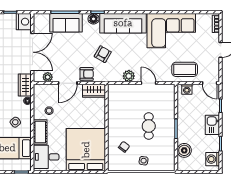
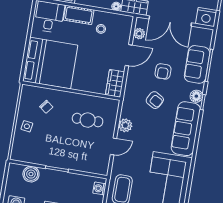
armchair: (87, 74) -> (163, 71), moved
door: (68, 83) -> (129, 55), swing flipped
cafe table: (149, 126) -> (88, 120), moved

